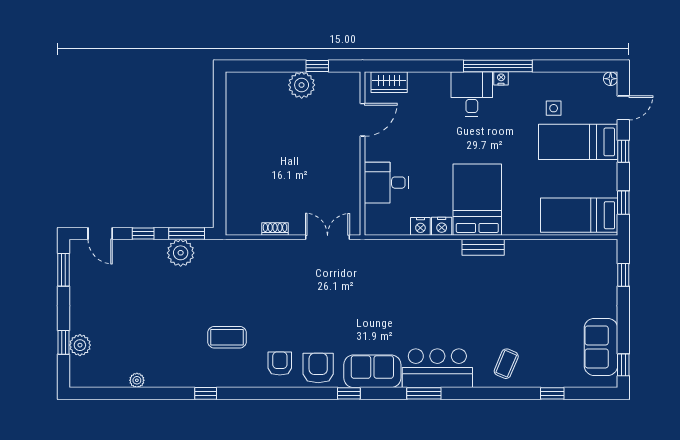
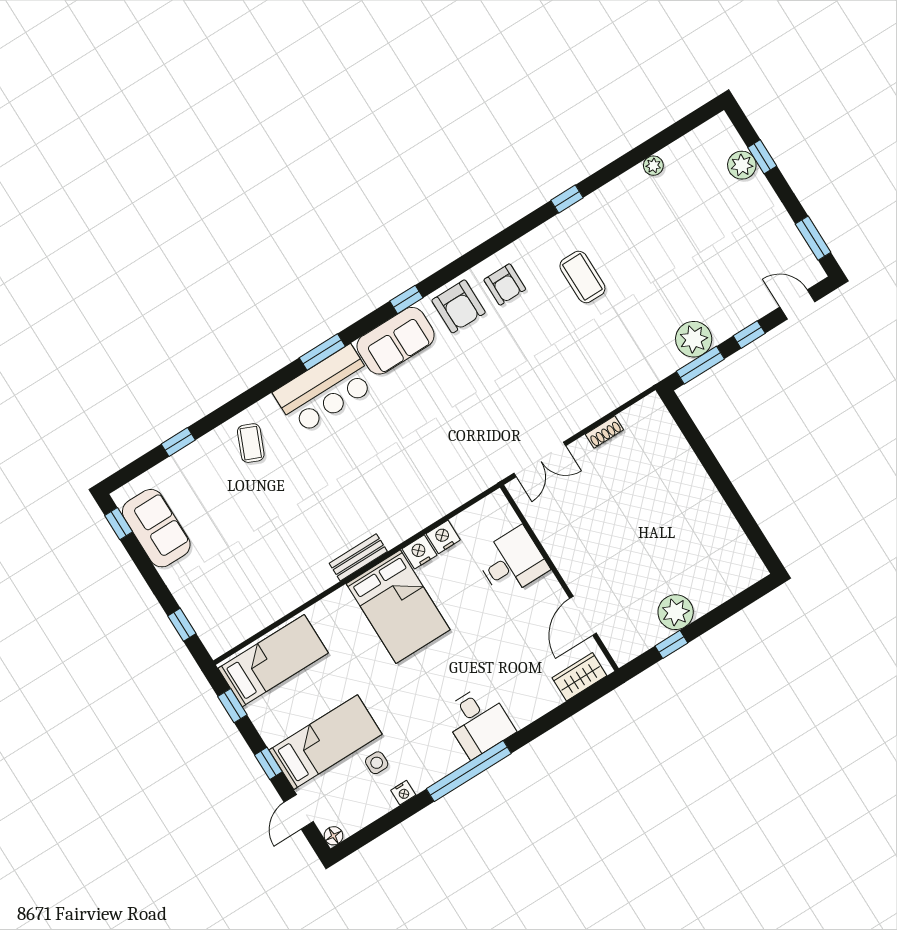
nightstand: (501, 78) -> (403, 793), moved
coffee table: (227, 337) -> (582, 277), turned 90

